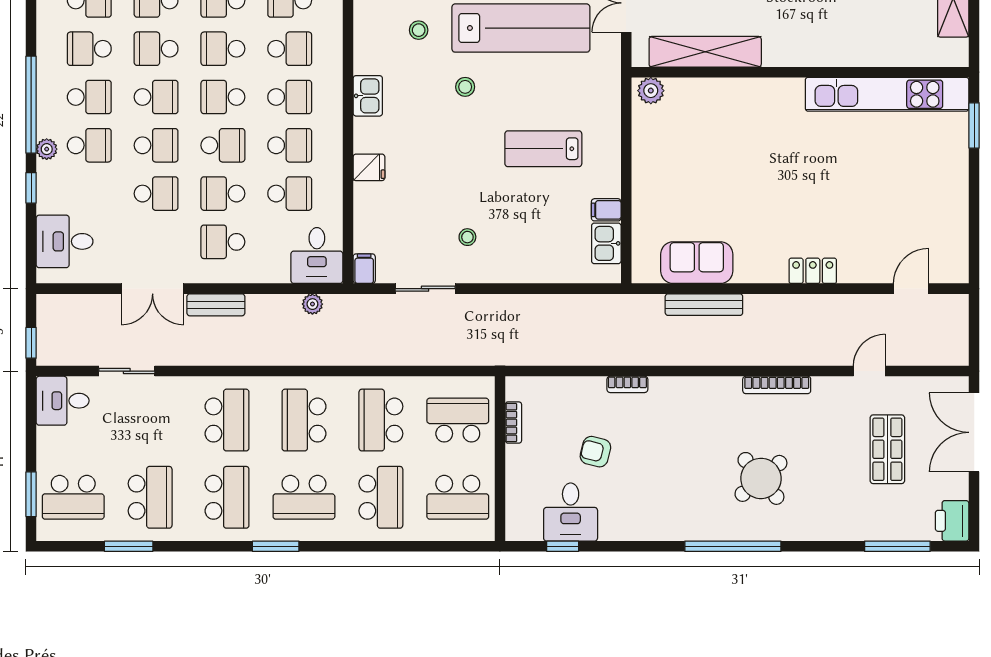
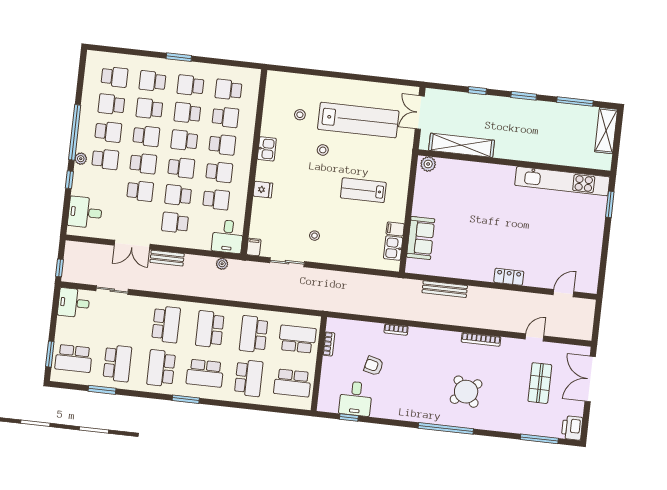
sofa: (697, 263) -> (421, 238), moved, turned 90
school desk: (227, 497) -> (161, 368), turned 180

